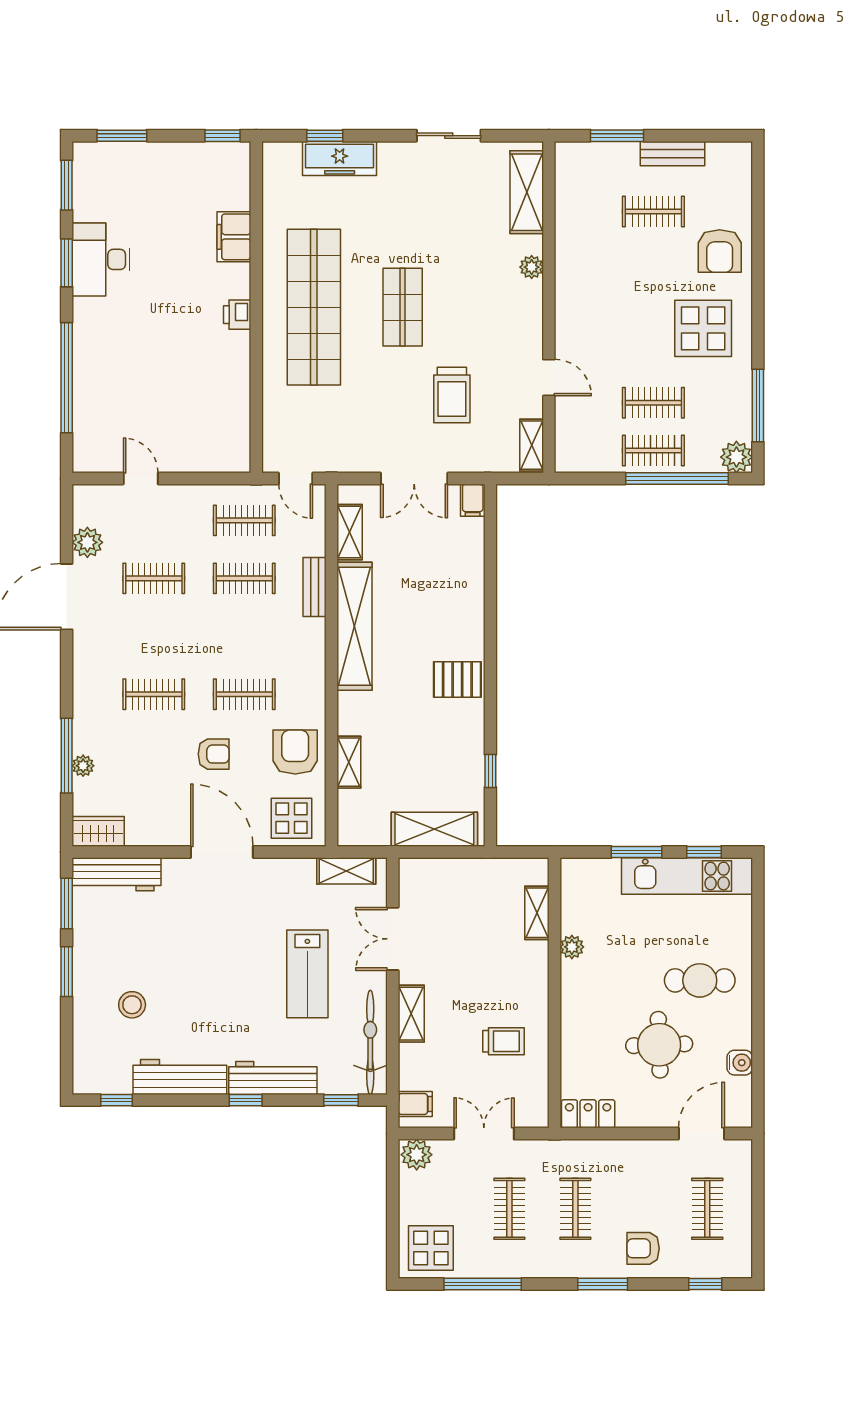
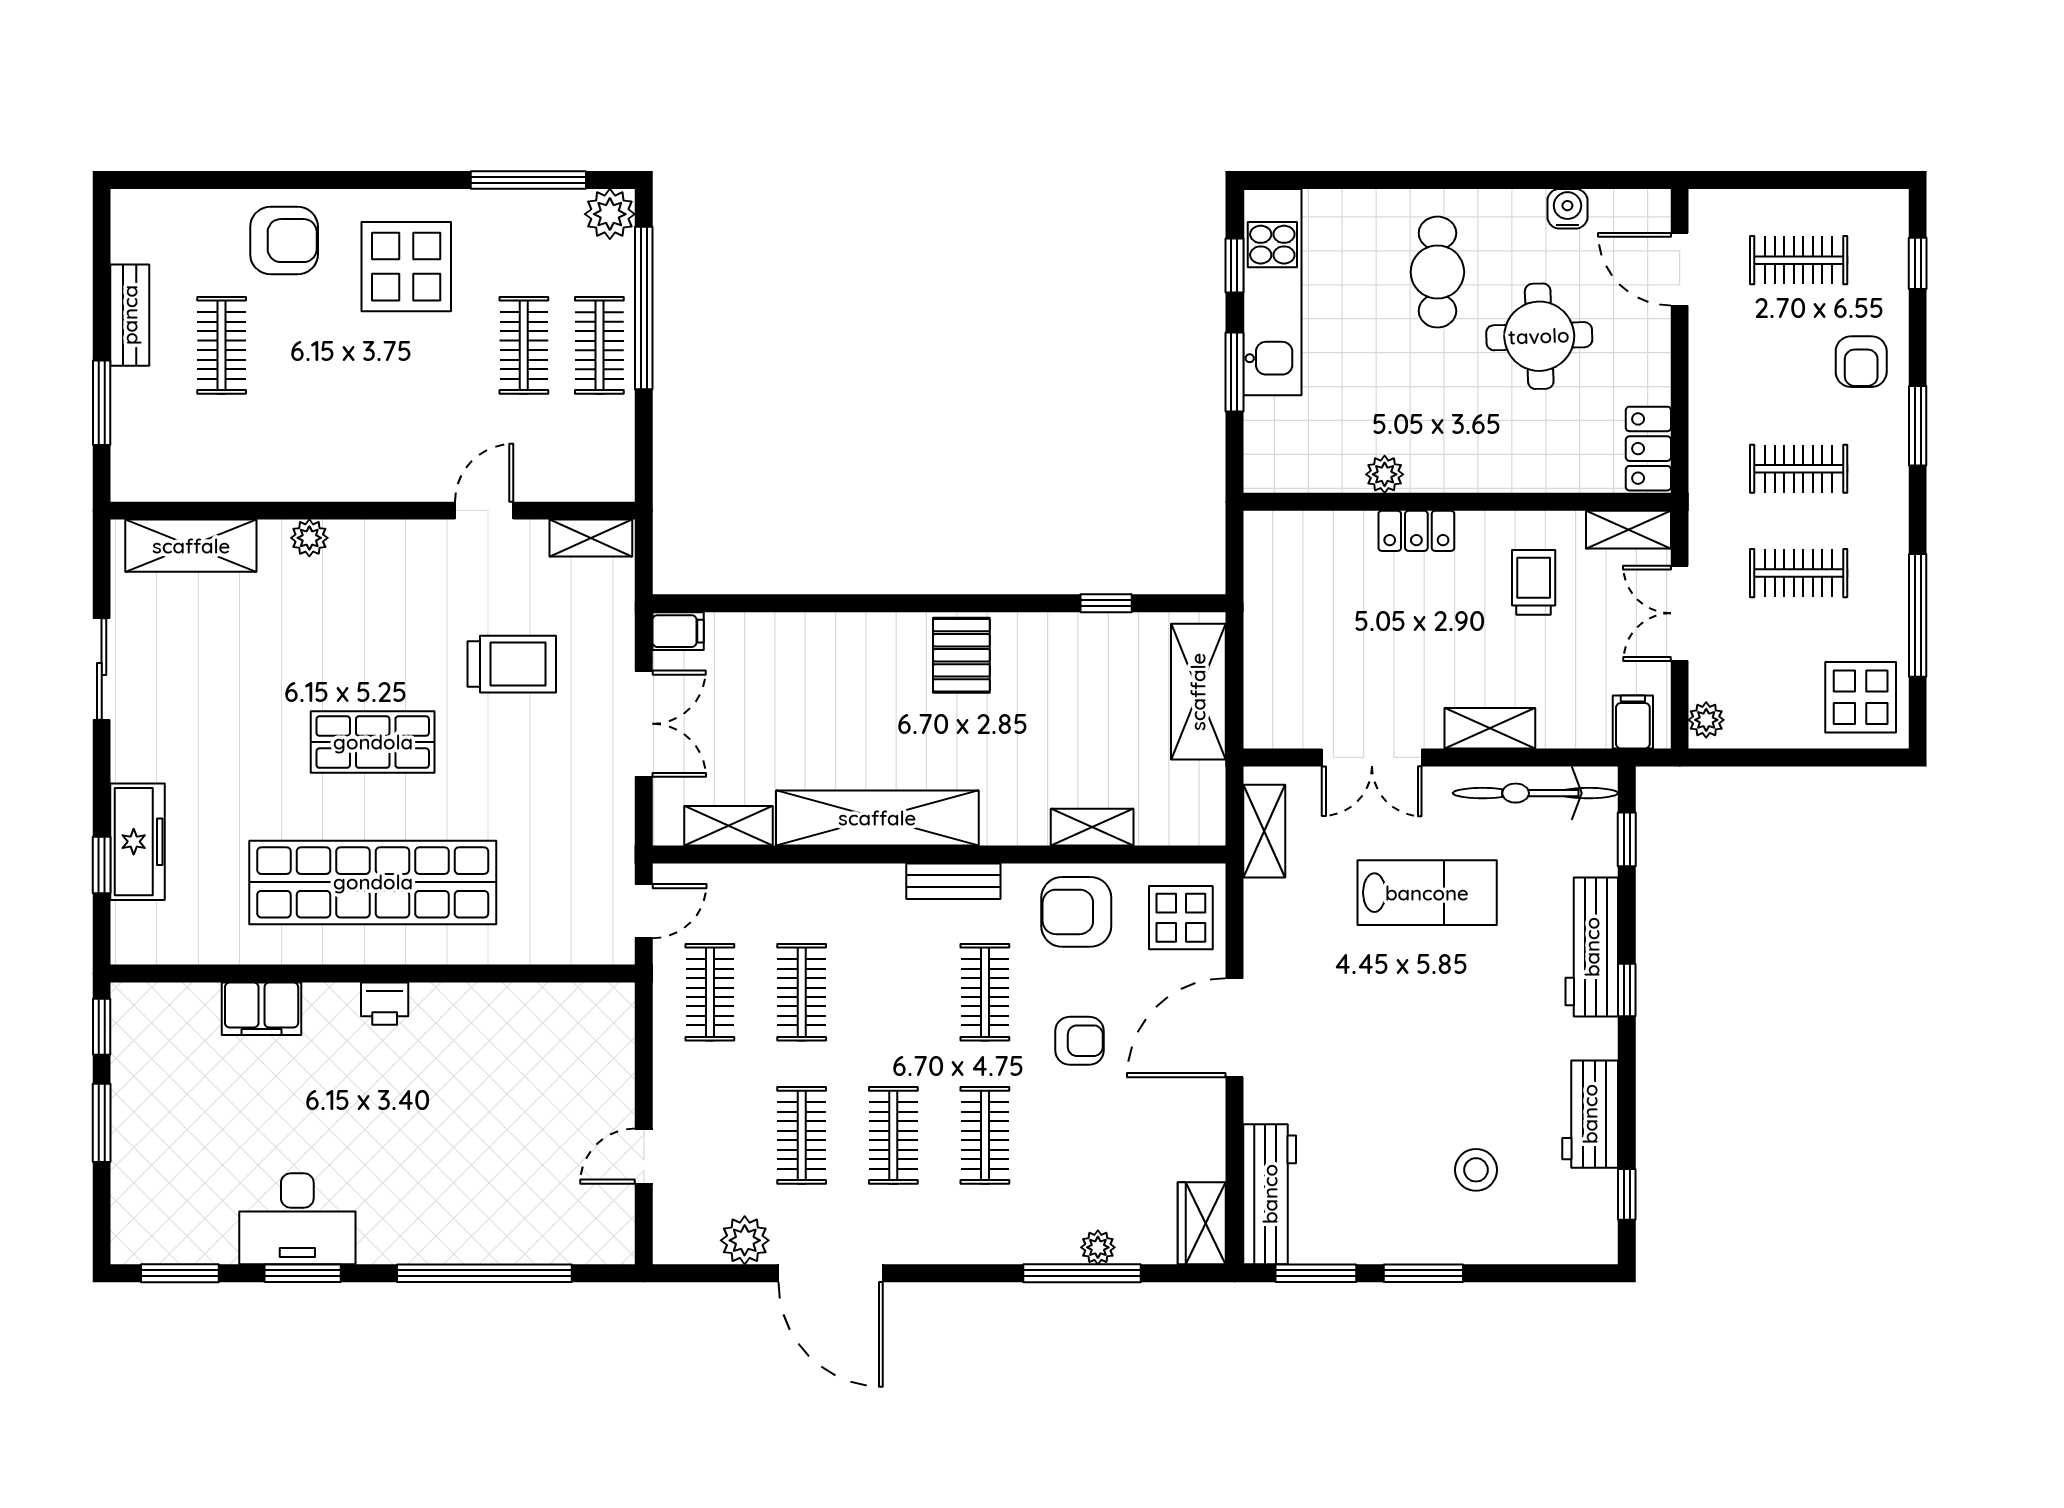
window: (122, 136) -> (102, 1123), moved
bench: (315, 587) -> (953, 881), moved
clothes rail: (154, 636) -> (893, 1135), added
armchair: (214, 754) -> (1080, 1041), turned 90
shelving: (537, 913) -> (1629, 530), moved
locker: (536, 967) -> (1416, 531), added
workbench: (180, 1077) -> (1590, 1114), width x0.73
plant: (417, 1155) -> (1706, 720), width x0.73, depth x0.73

